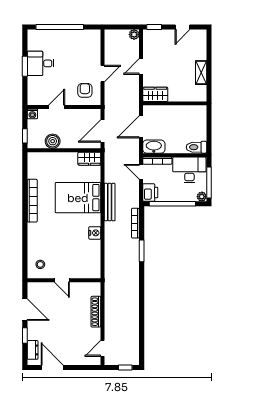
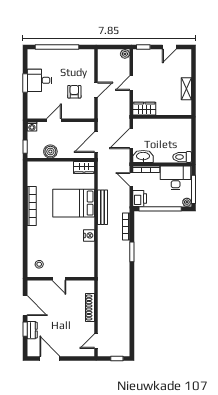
armchair: (85, 90) -> (74, 92), moved
dresser: (33, 350) -> (32, 330), moved

